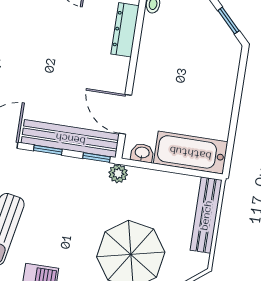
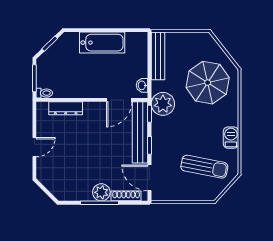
bathtub: (190, 153) -> (102, 43), moved, turned -90
plant: (118, 174) -> (163, 104), width x1.88, depth x1.88
bench: (206, 215) -> (158, 56), moved, turned 90

